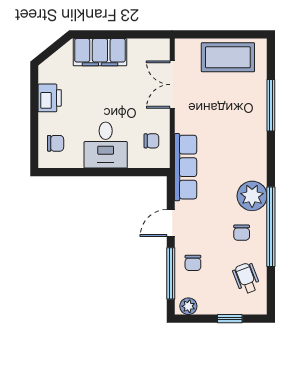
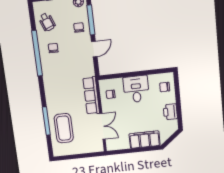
coffee table: (228, 57) -> (64, 128), moved, turned 90
row of seats: (186, 167) -> (91, 96), moved
plant: (252, 196) -> (50, 70), removed

